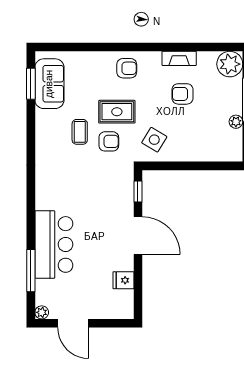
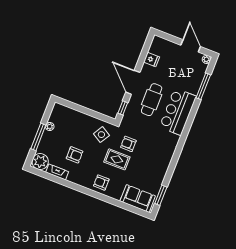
fireplace: (179, 58) -> (57, 172), moved
sofa: (49, 84) -> (138, 198), moved, turned 90
coffee table: (80, 132) -> (143, 156), removed
cafe table: (100, 221) -> (152, 100), added
bar counter: (54, 244) -> (178, 112), moved

